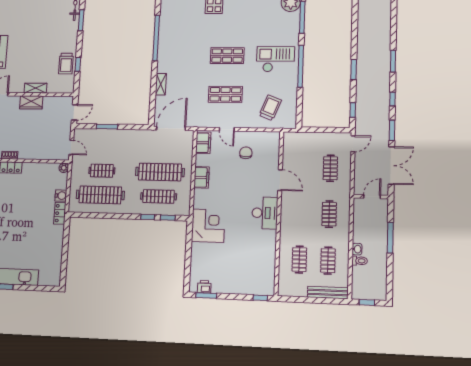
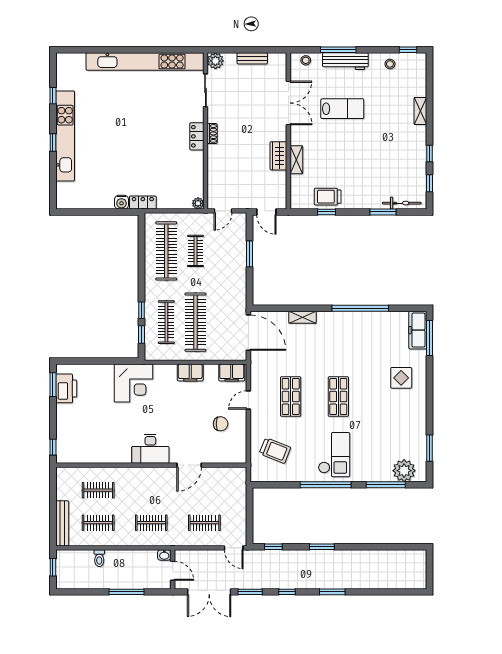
water cooler: (61, 196) -> (122, 202), moved
washbasin: (357, 249) -> (164, 555), moved
printer: (204, 287) -> (66, 388), width x1.87, depth x1.48

